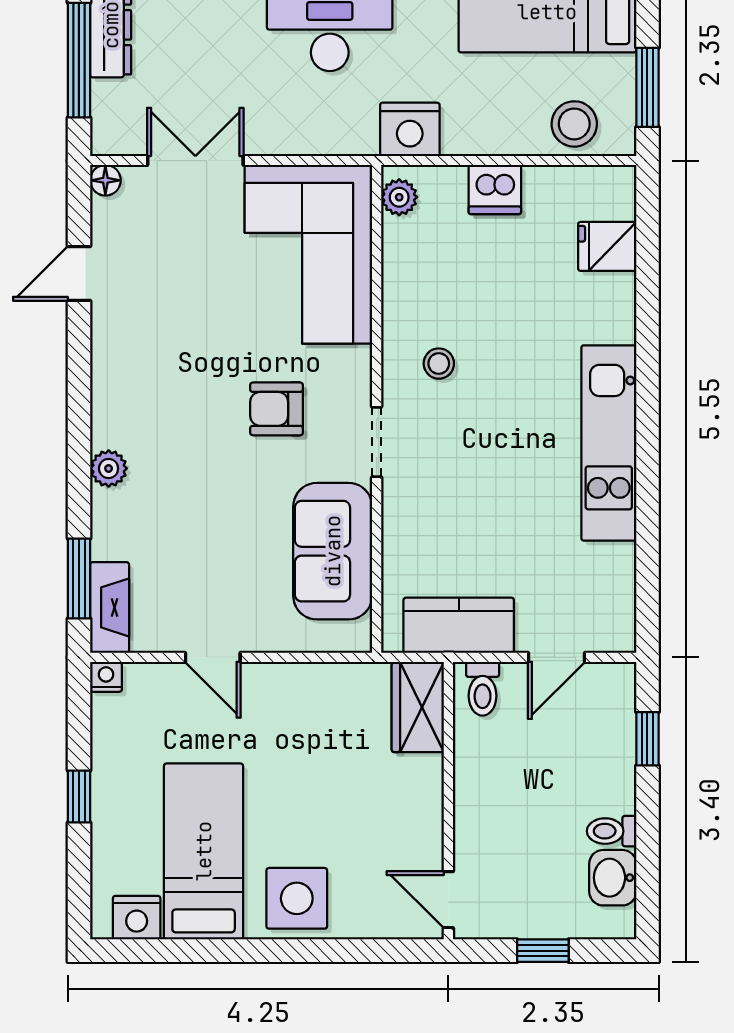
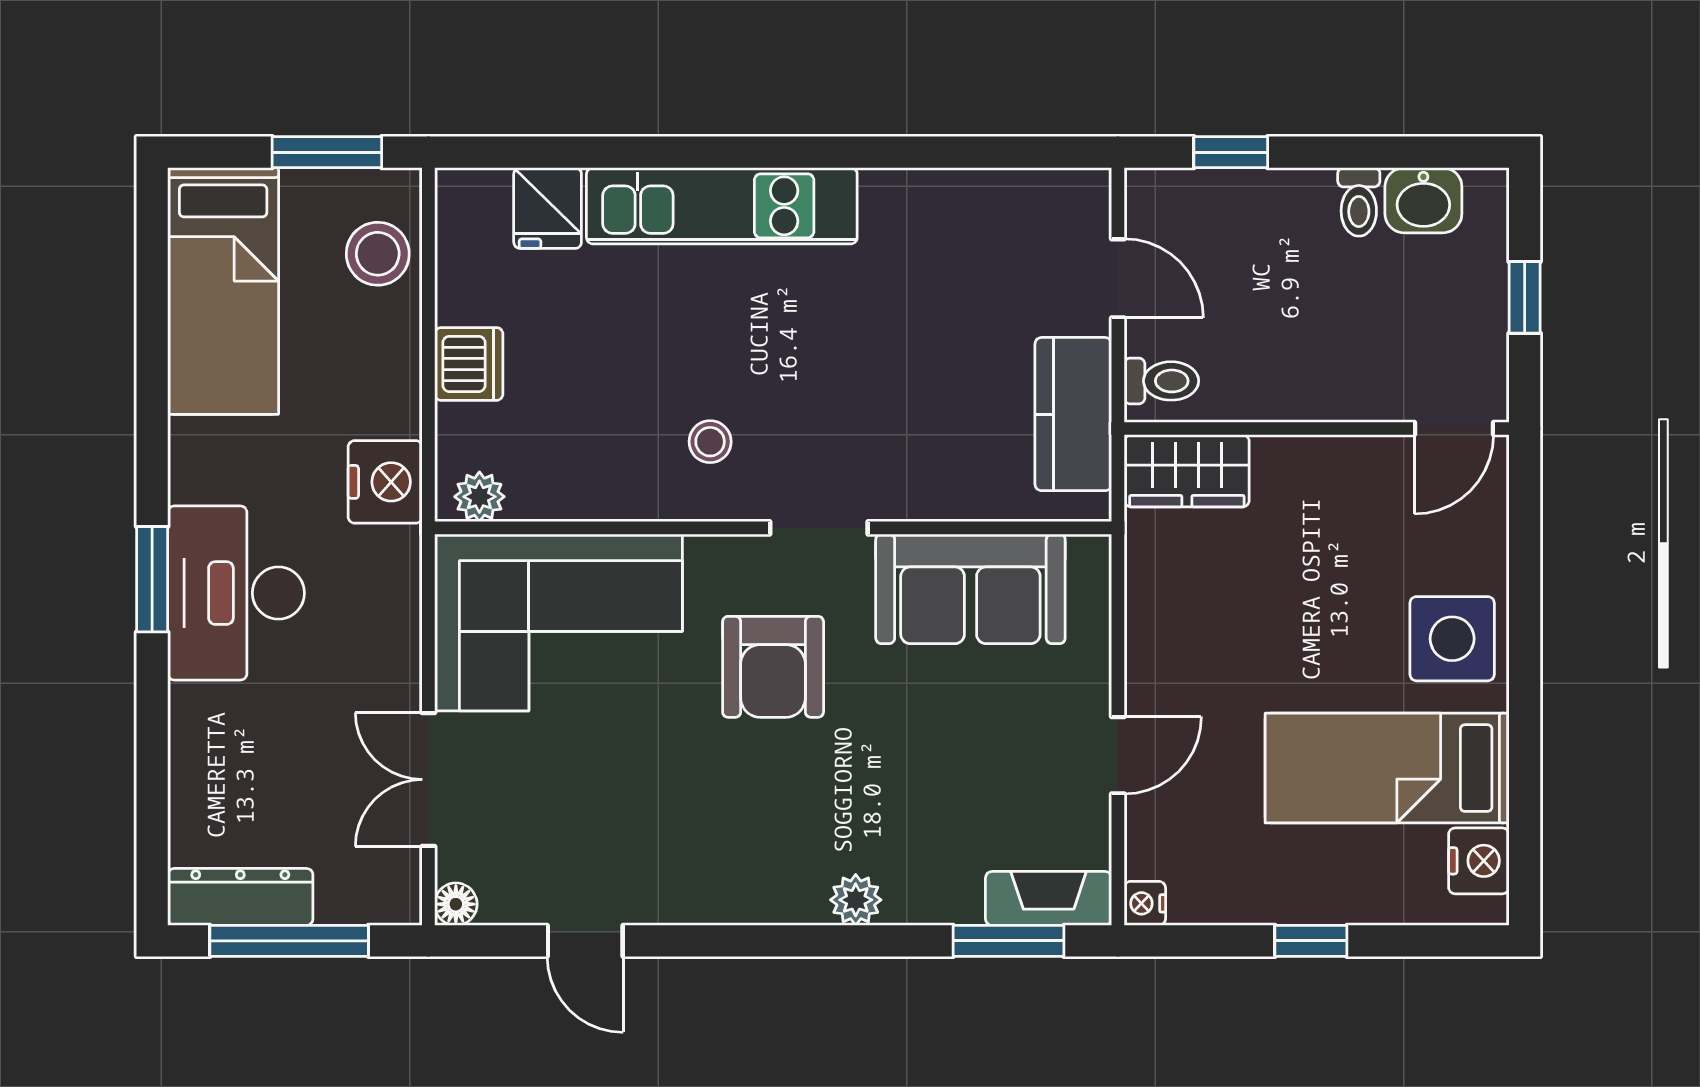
armchair: (277, 409) -> (773, 667), width x1.38, depth x1.38
kitchen unit: (609, 443) -> (722, 206), moved

